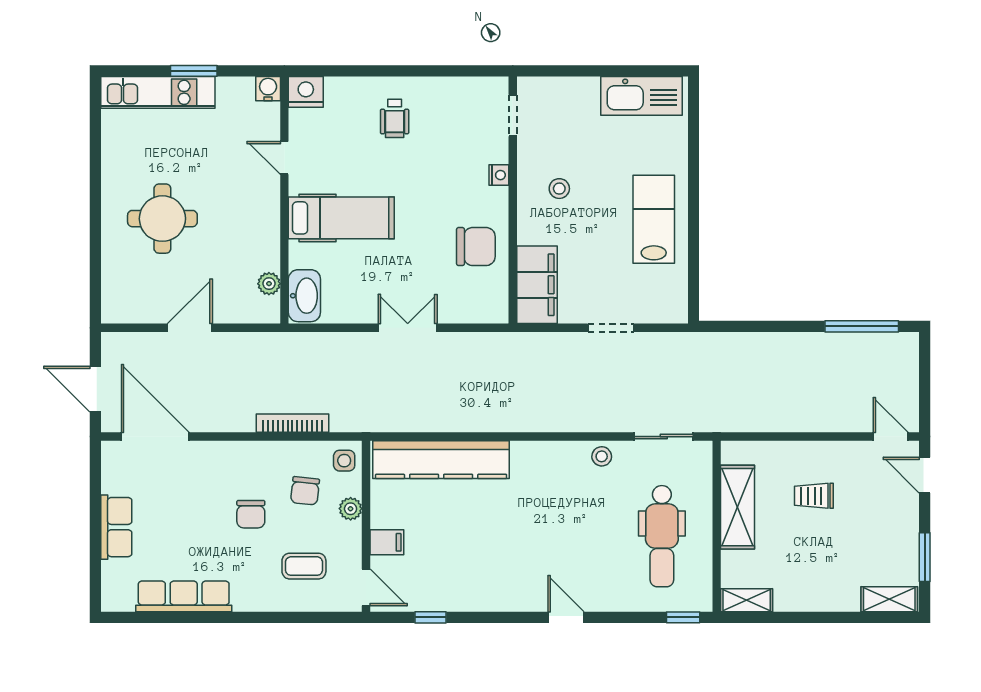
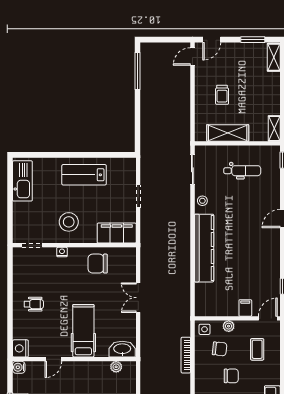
stool: (559, 189) -> (69, 222), width x1.89, depth x1.89
chair: (476, 247) -> (98, 264), turned -90
kitchen counter: (441, 460) -> (204, 248), moved
dental chair: (662, 536) -> (242, 171), width x0.73, depth x0.72

